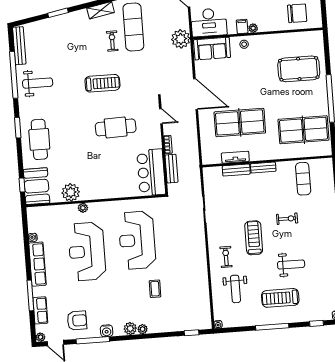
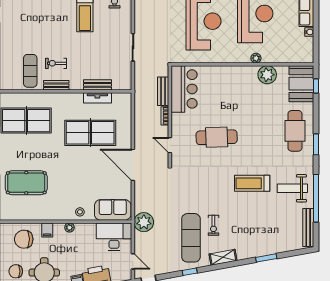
filing cabinet: (242, 27) -> (47, 230), moved
treadmill: (102, 83) -> (252, 183), moved
bench: (263, 168) -> (56, 85), moved
exercise bike: (287, 219) -> (56, 63), moved

